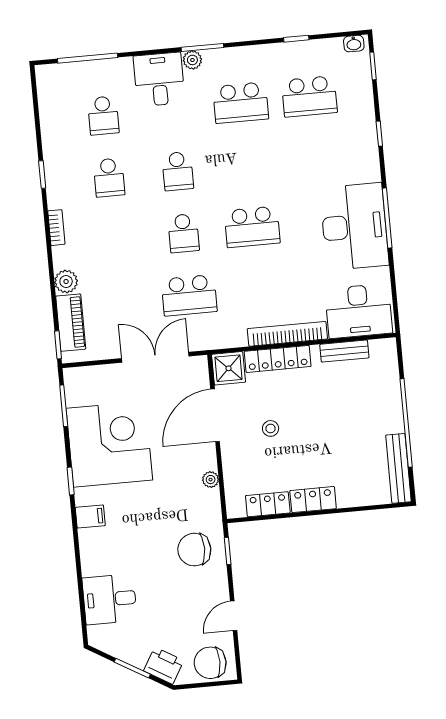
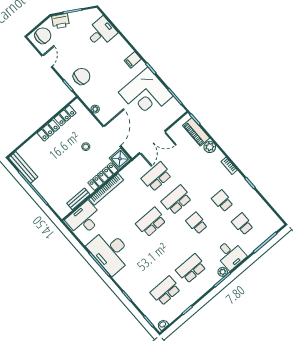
school desk: (183, 233) -> (177, 200), width x1.85

